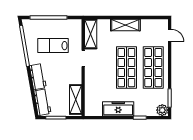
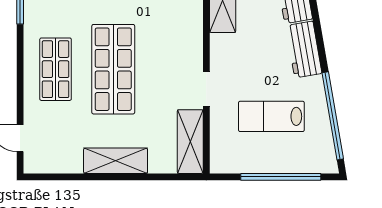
lab bench: (53, 46) -> (271, 116), turned 180
shop shelf: (153, 68) -> (56, 69), width x0.70, depth x0.74

